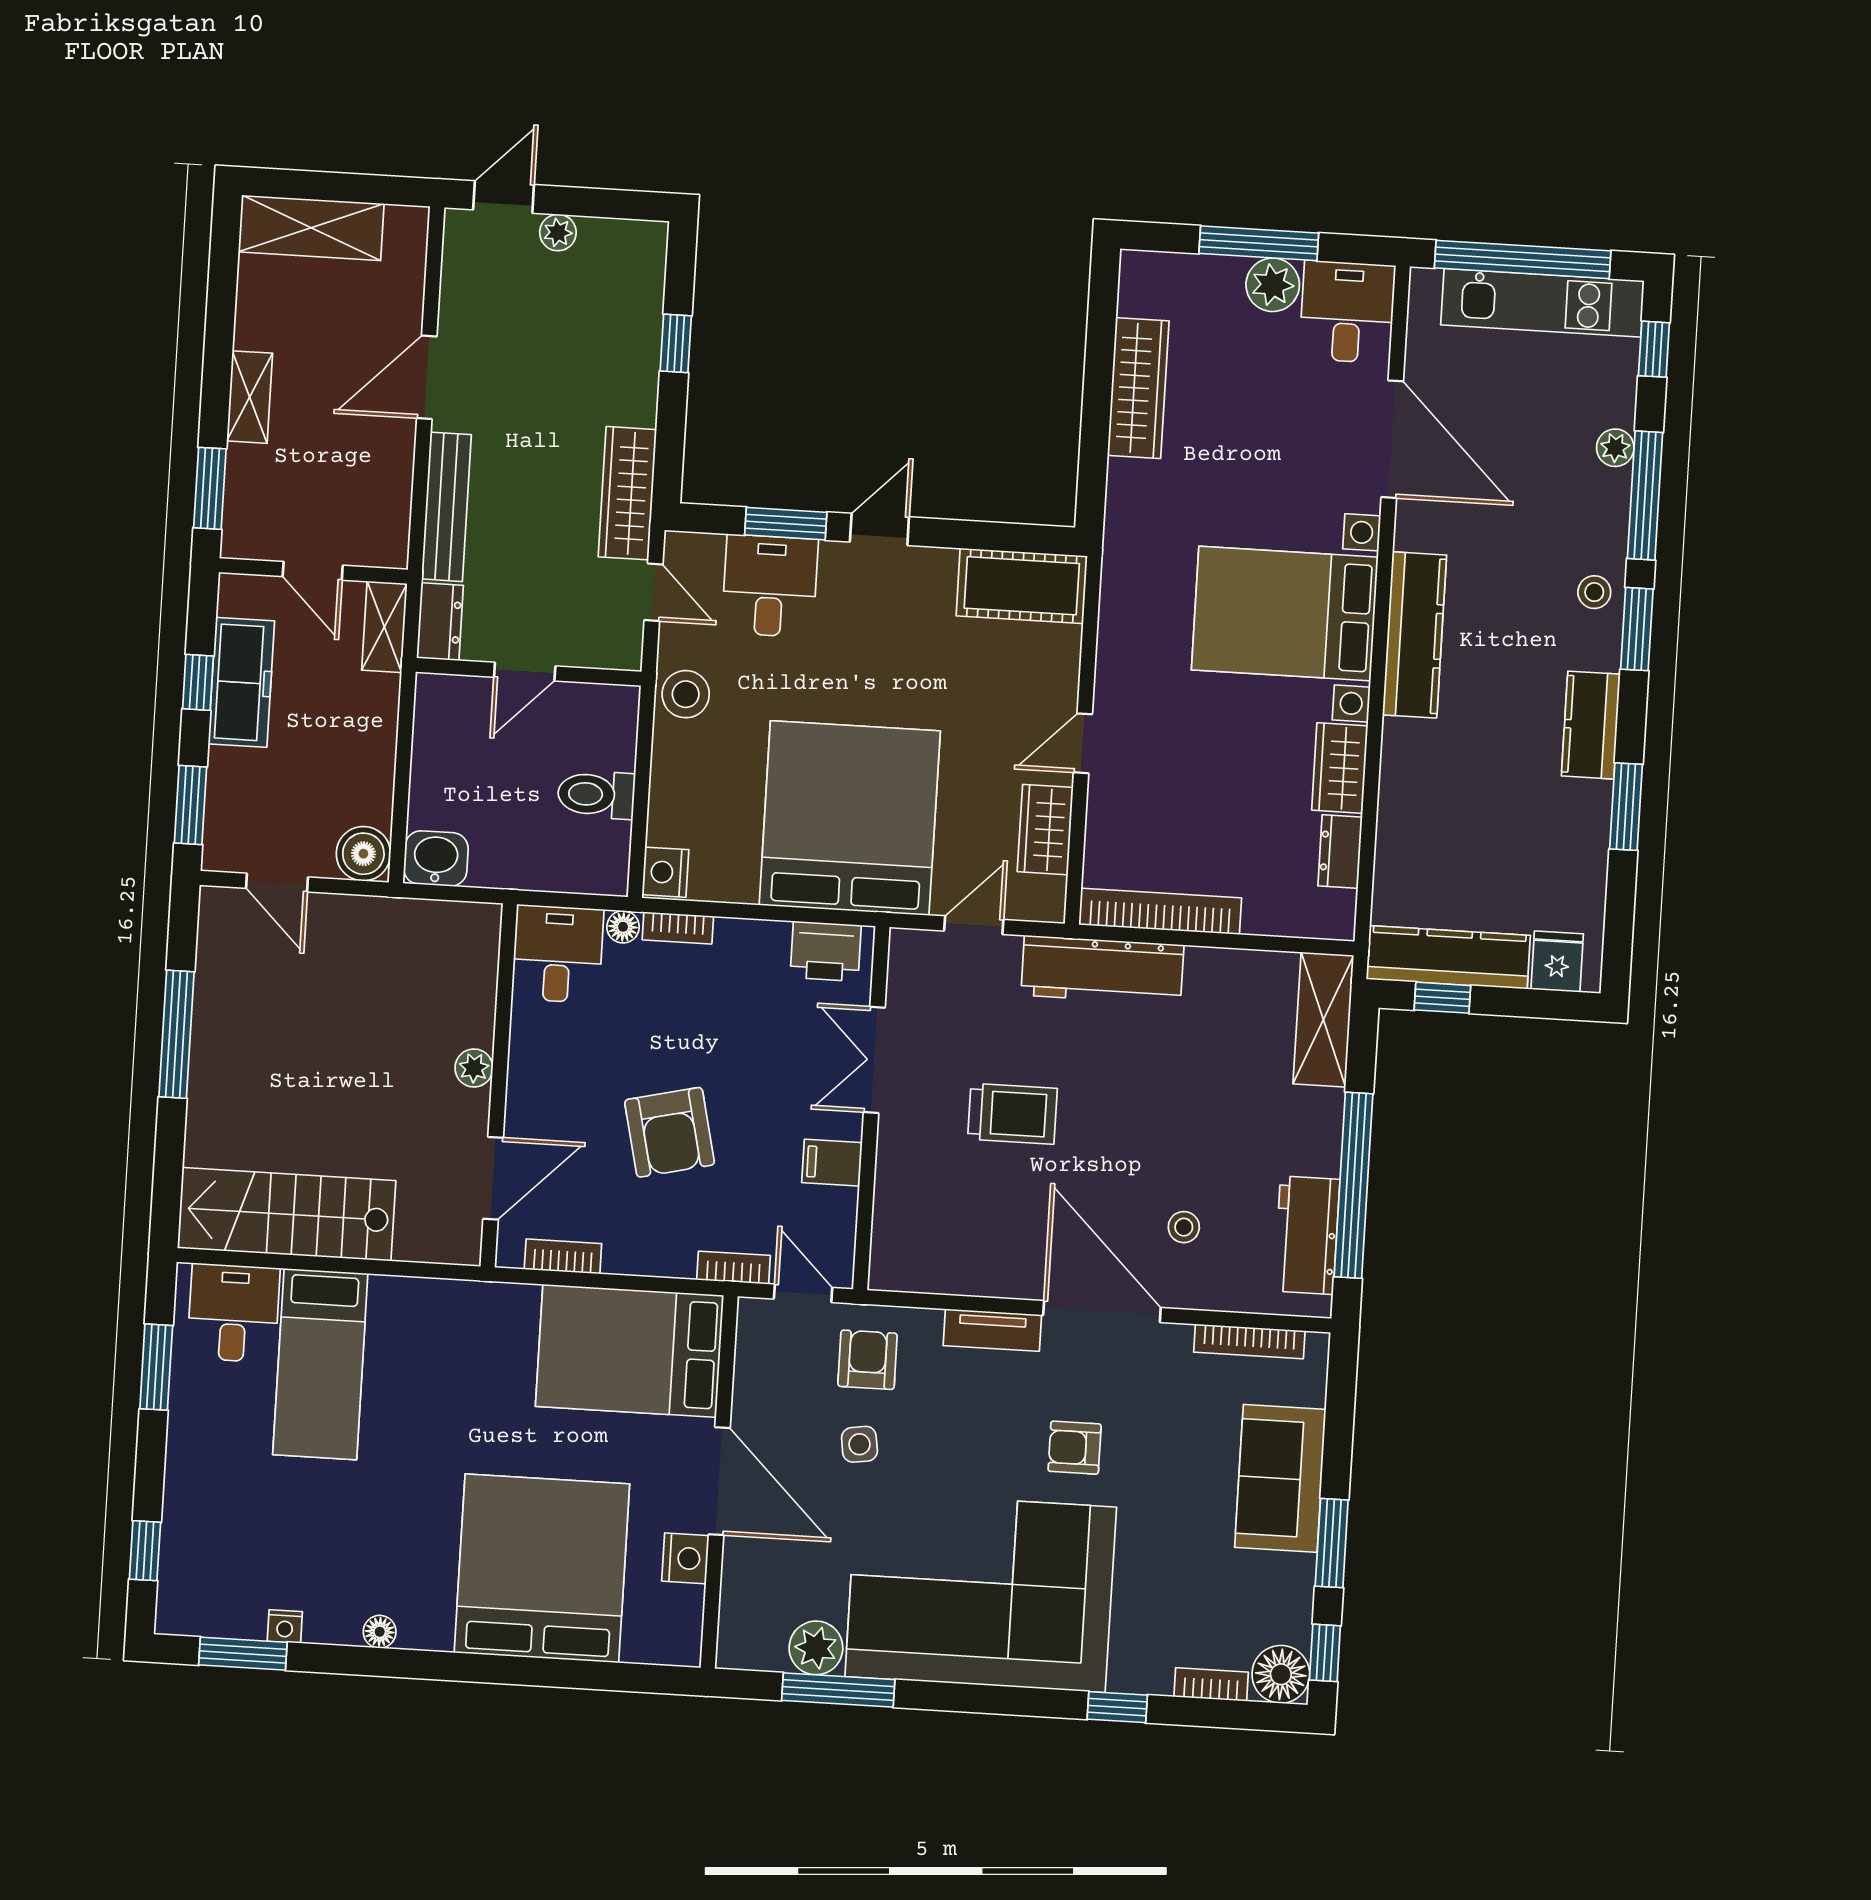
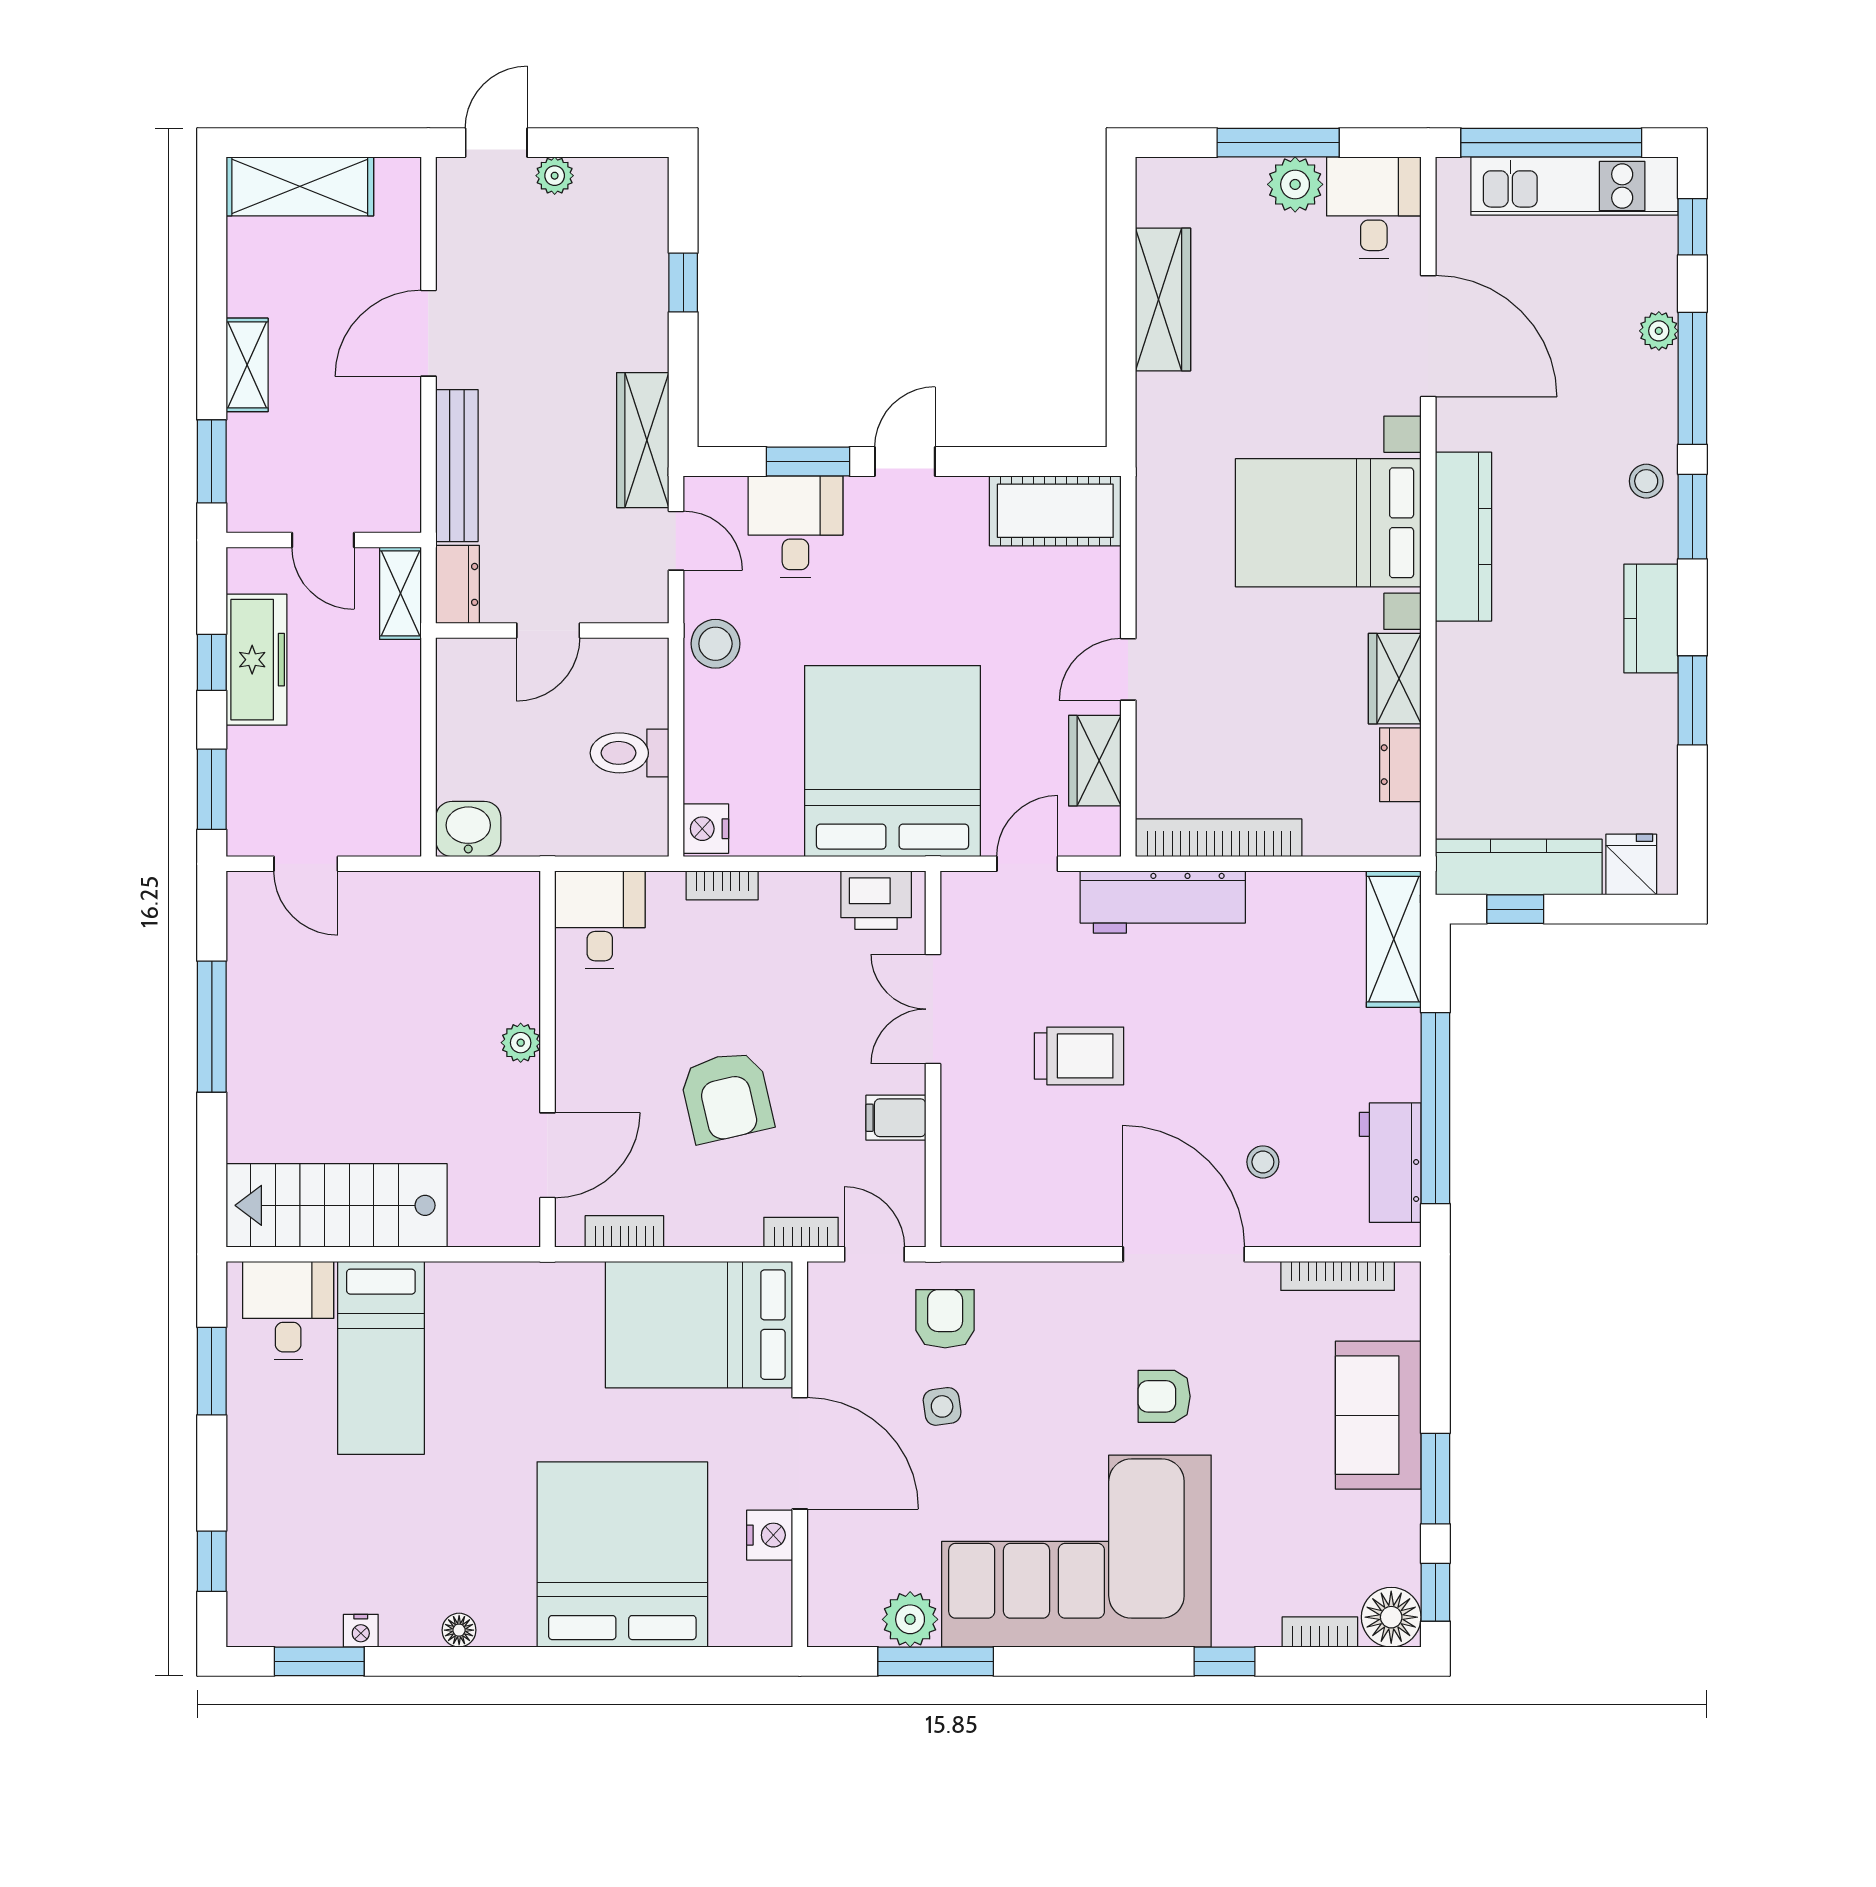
boiler: (363, 854) -> (393, 829), removed
floor lamp: (623, 927) -> (666, 888), removed
tv unit: (992, 1330) -> (1072, 1280), removed

